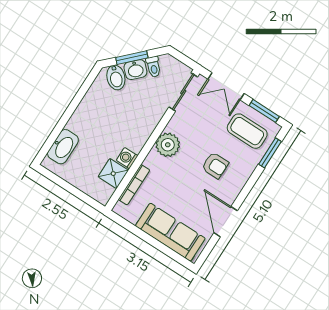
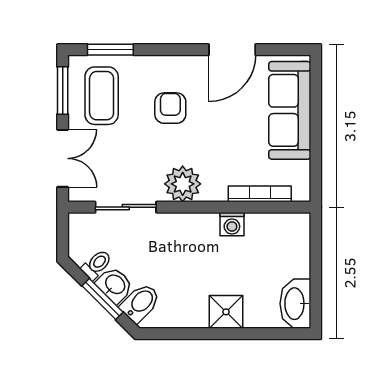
sliding door: (183, 92) -> (126, 207), moved
washbasin: (63, 147) -> (295, 304), moved, turned -90
shower: (113, 174) -> (226, 312), moved

